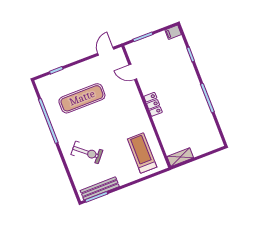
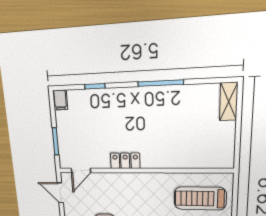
door: (133, 72) -> (81, 170), moved
locker: (153, 104) -> (125, 161), moved
shelving: (180, 157) -> (229, 102), moved

